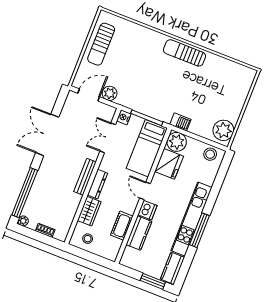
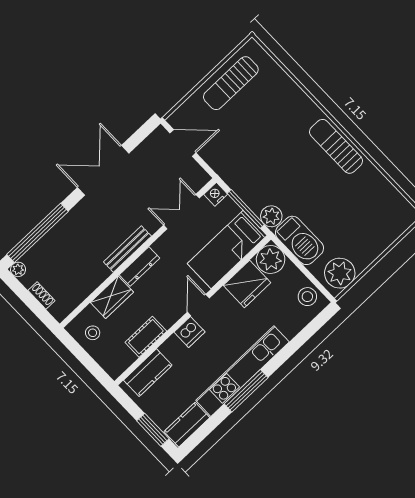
plant: (110, 93) -> (271, 216), moved
barbecue: (180, 122) -> (299, 240), width x1.88, depth x1.53
kitchen counter: (139, 233) -> (148, 373), moved

